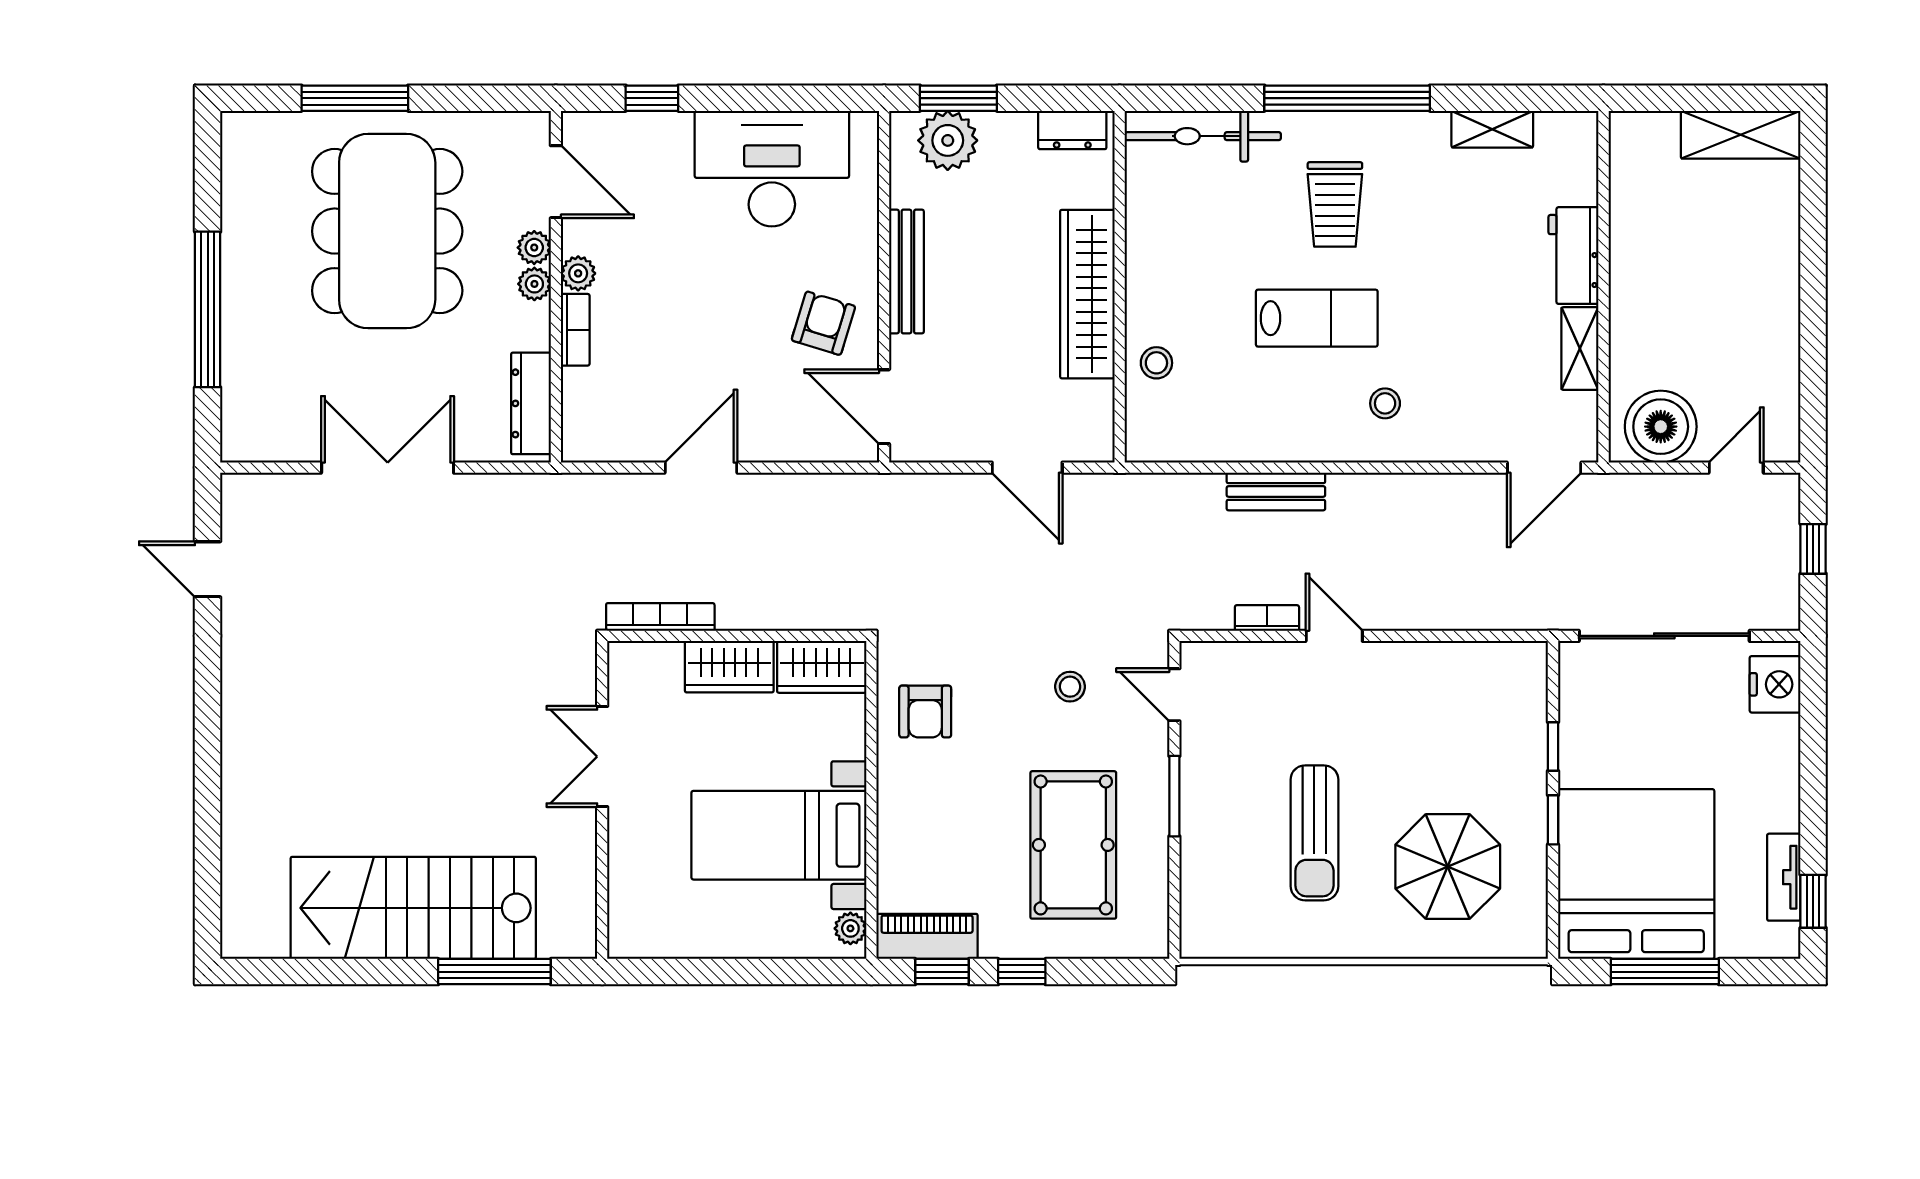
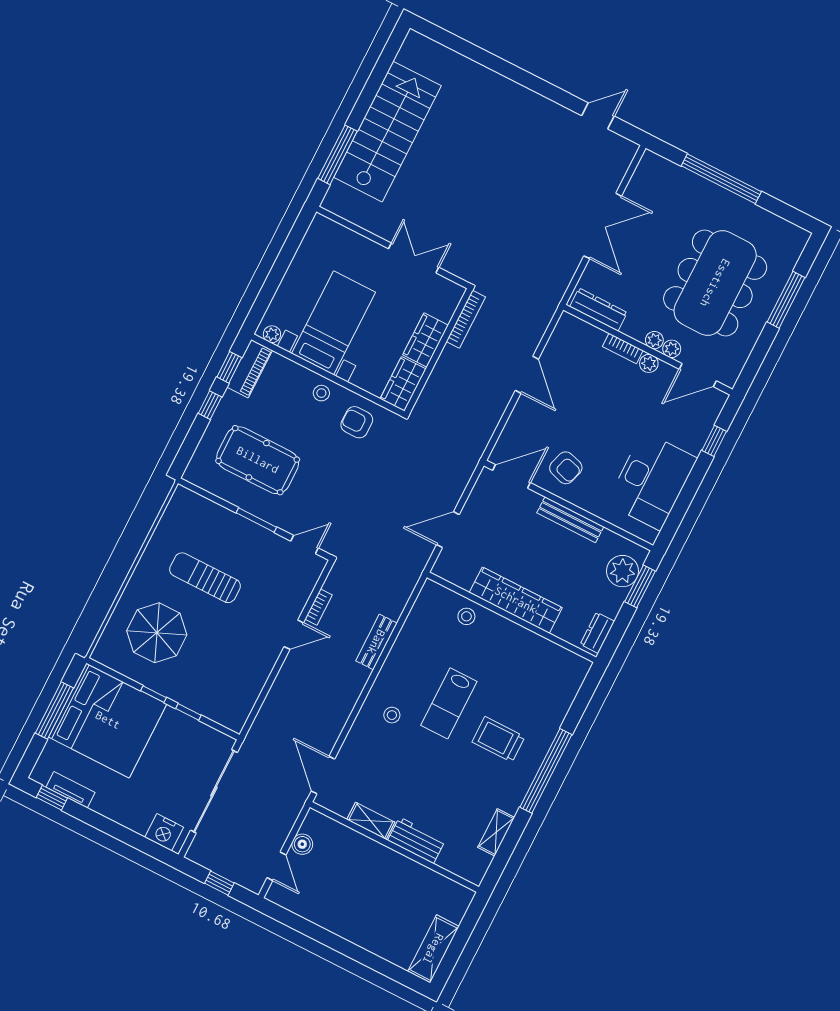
bicycle: (1203, 136) -> (563, 693), removed
dining table: (387, 231) -> (715, 283), turned 90
boiler: (1661, 427) -> (302, 844), width x0.54, depth x0.54
stool: (1070, 687) -> (321, 393), moved

